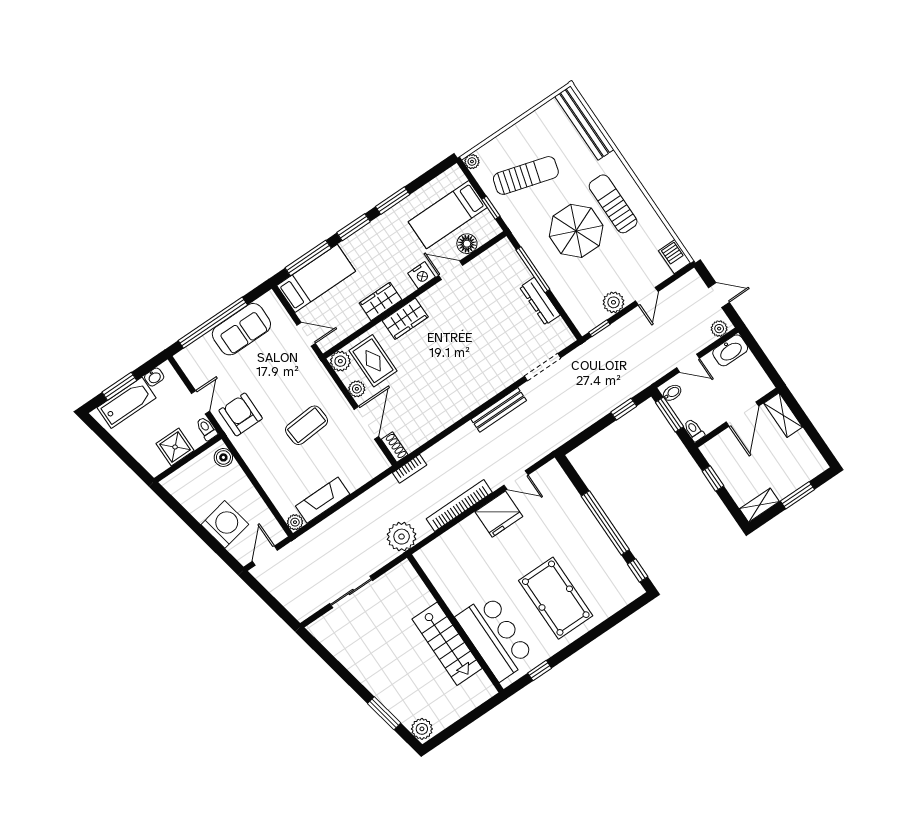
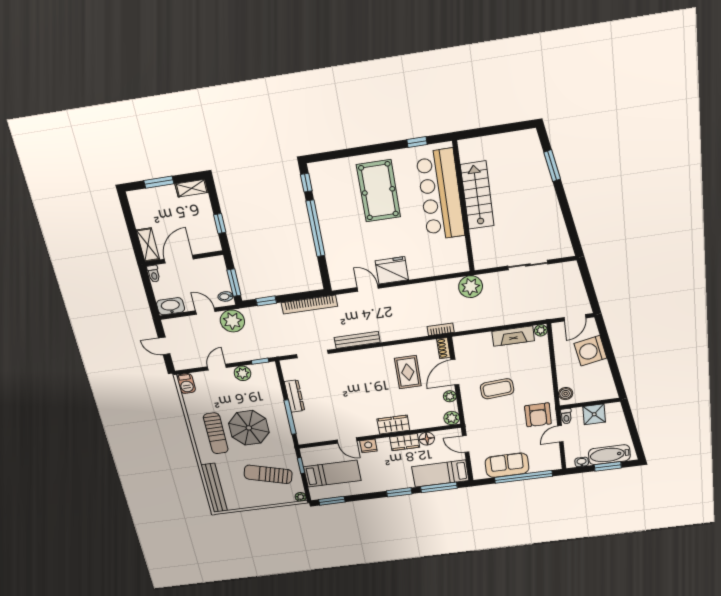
window: (393, 201) -> (332, 501), moved
floor lamp: (467, 244) -> (427, 439), moved
plant: (719, 329) -> (232, 321), moved, width x1.88, depth x1.88
rug: (373, 361) -> (408, 372), moved
toilet: (694, 430) -> (154, 274), moved
bookcase: (459, 506) -> (309, 304), moved
bar counter: (495, 637) -> (440, 195), width x1.36
plant: (422, 729) -> (530, 140), removed

